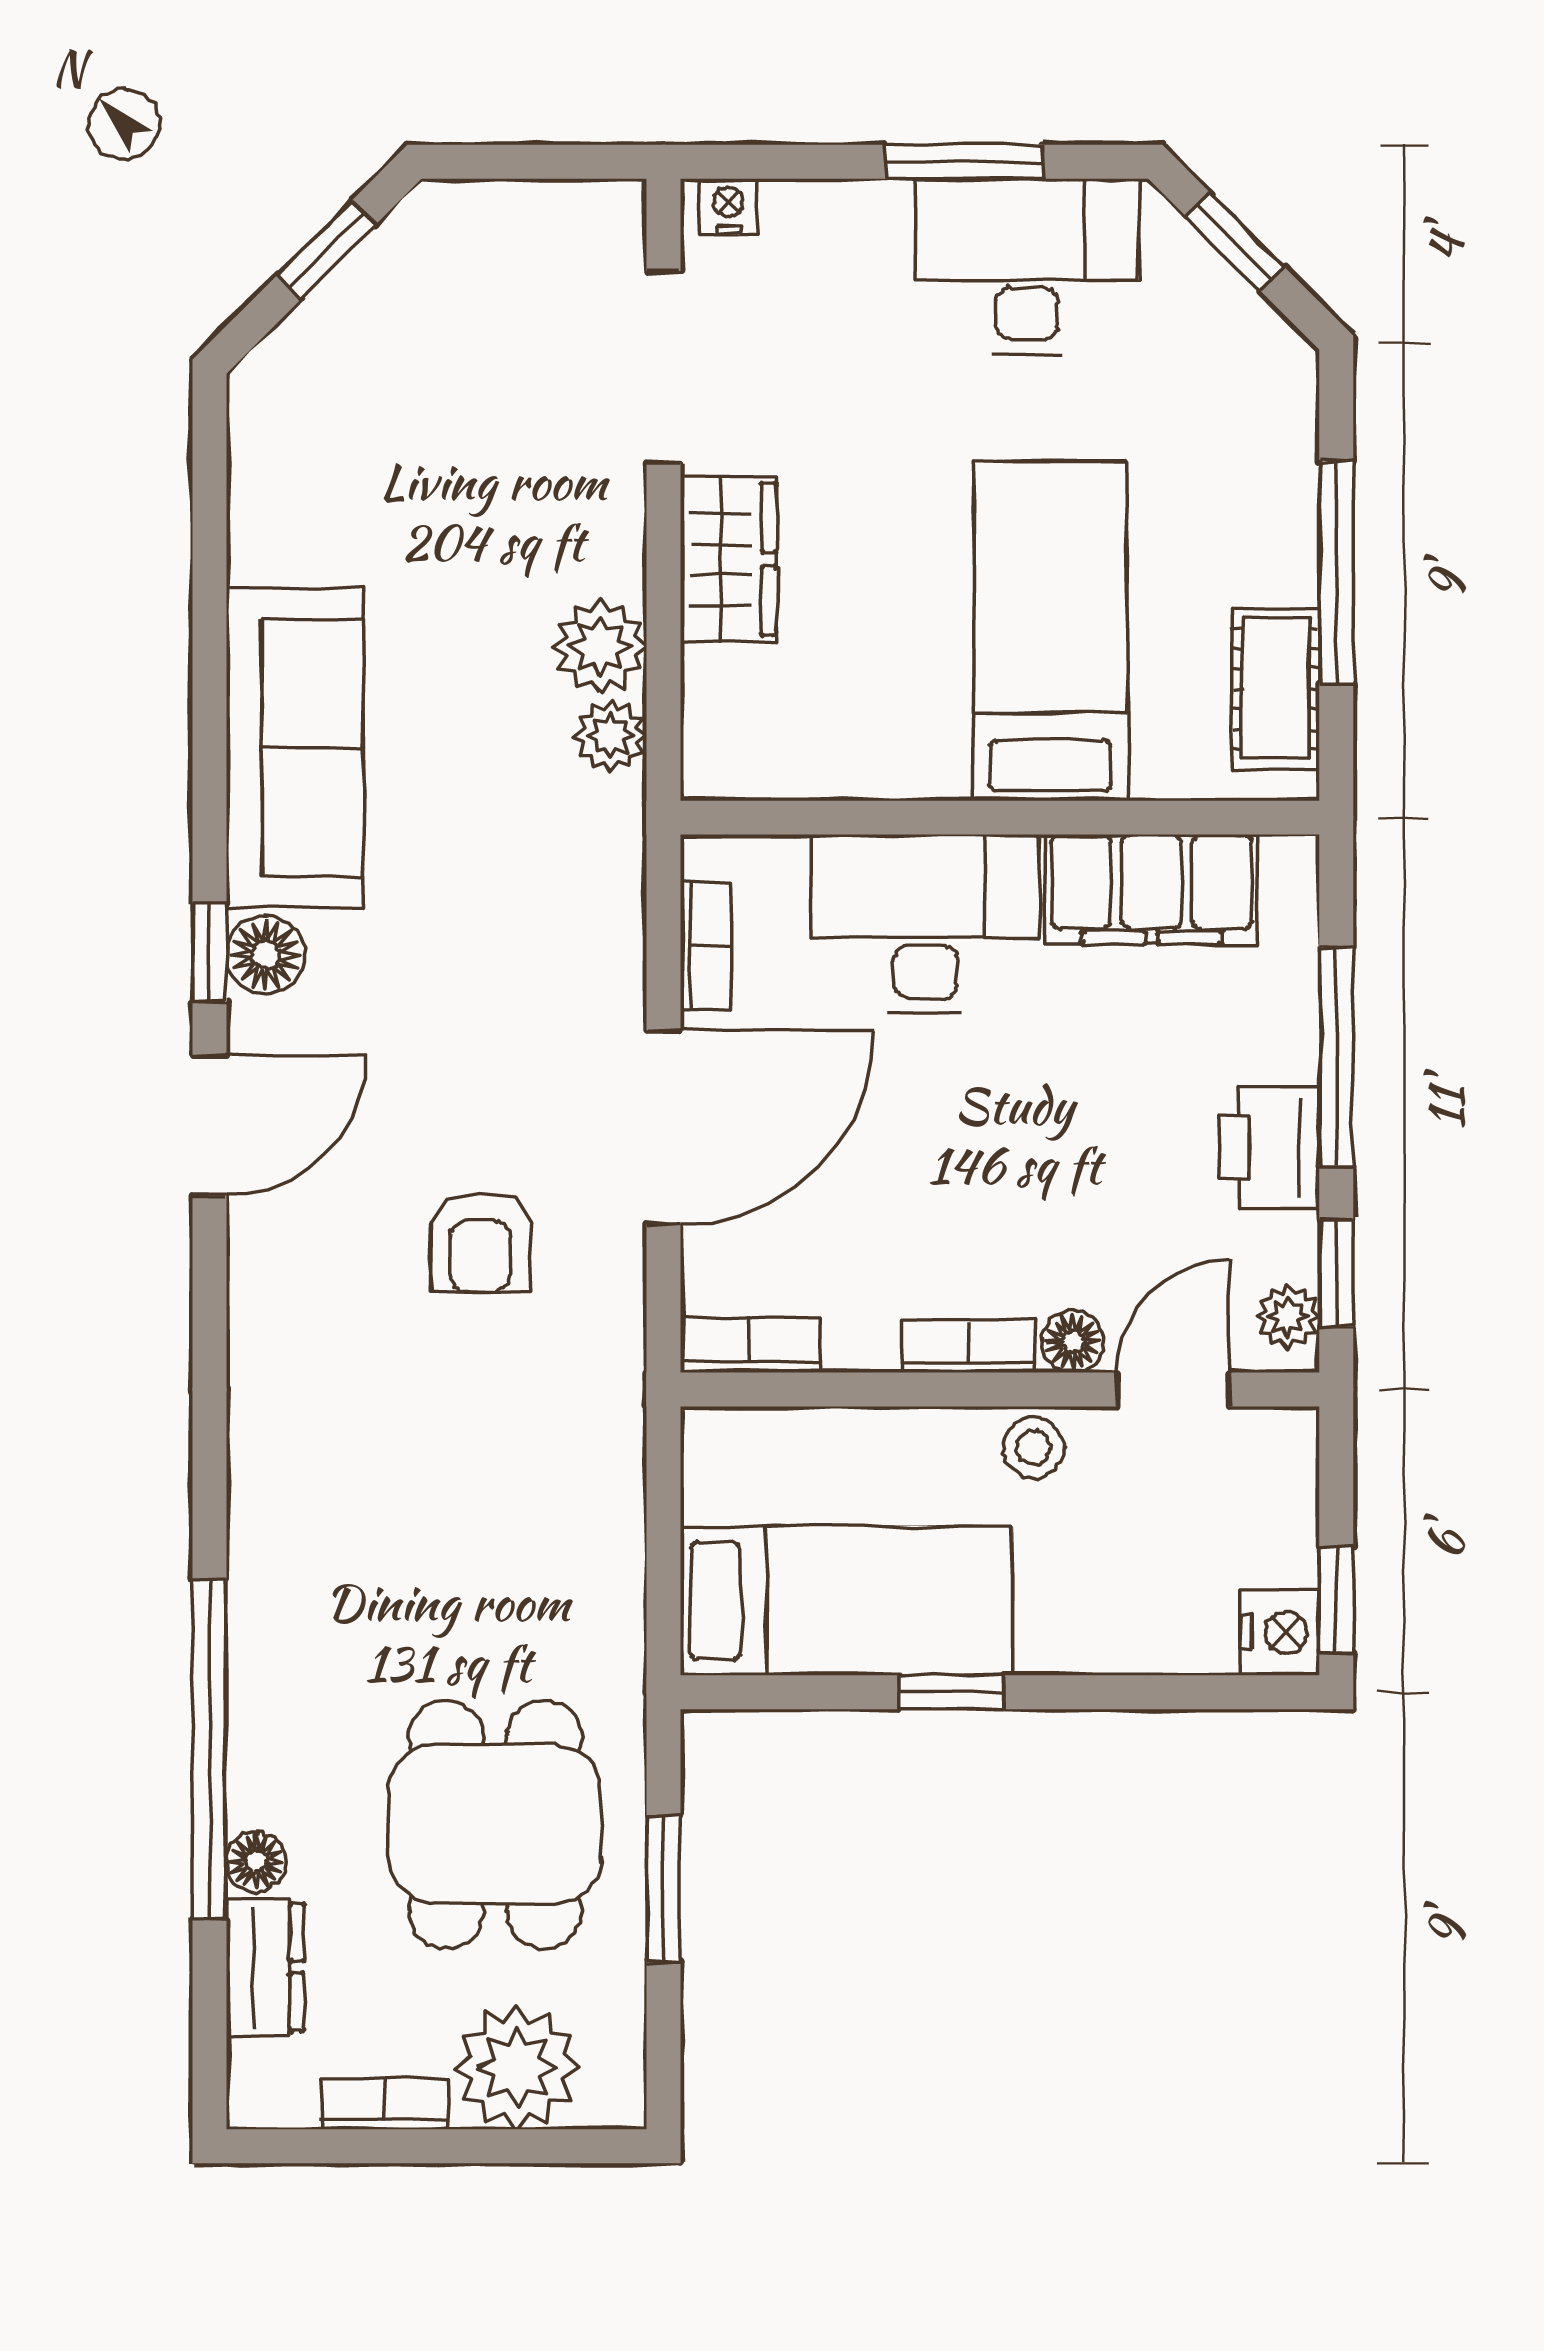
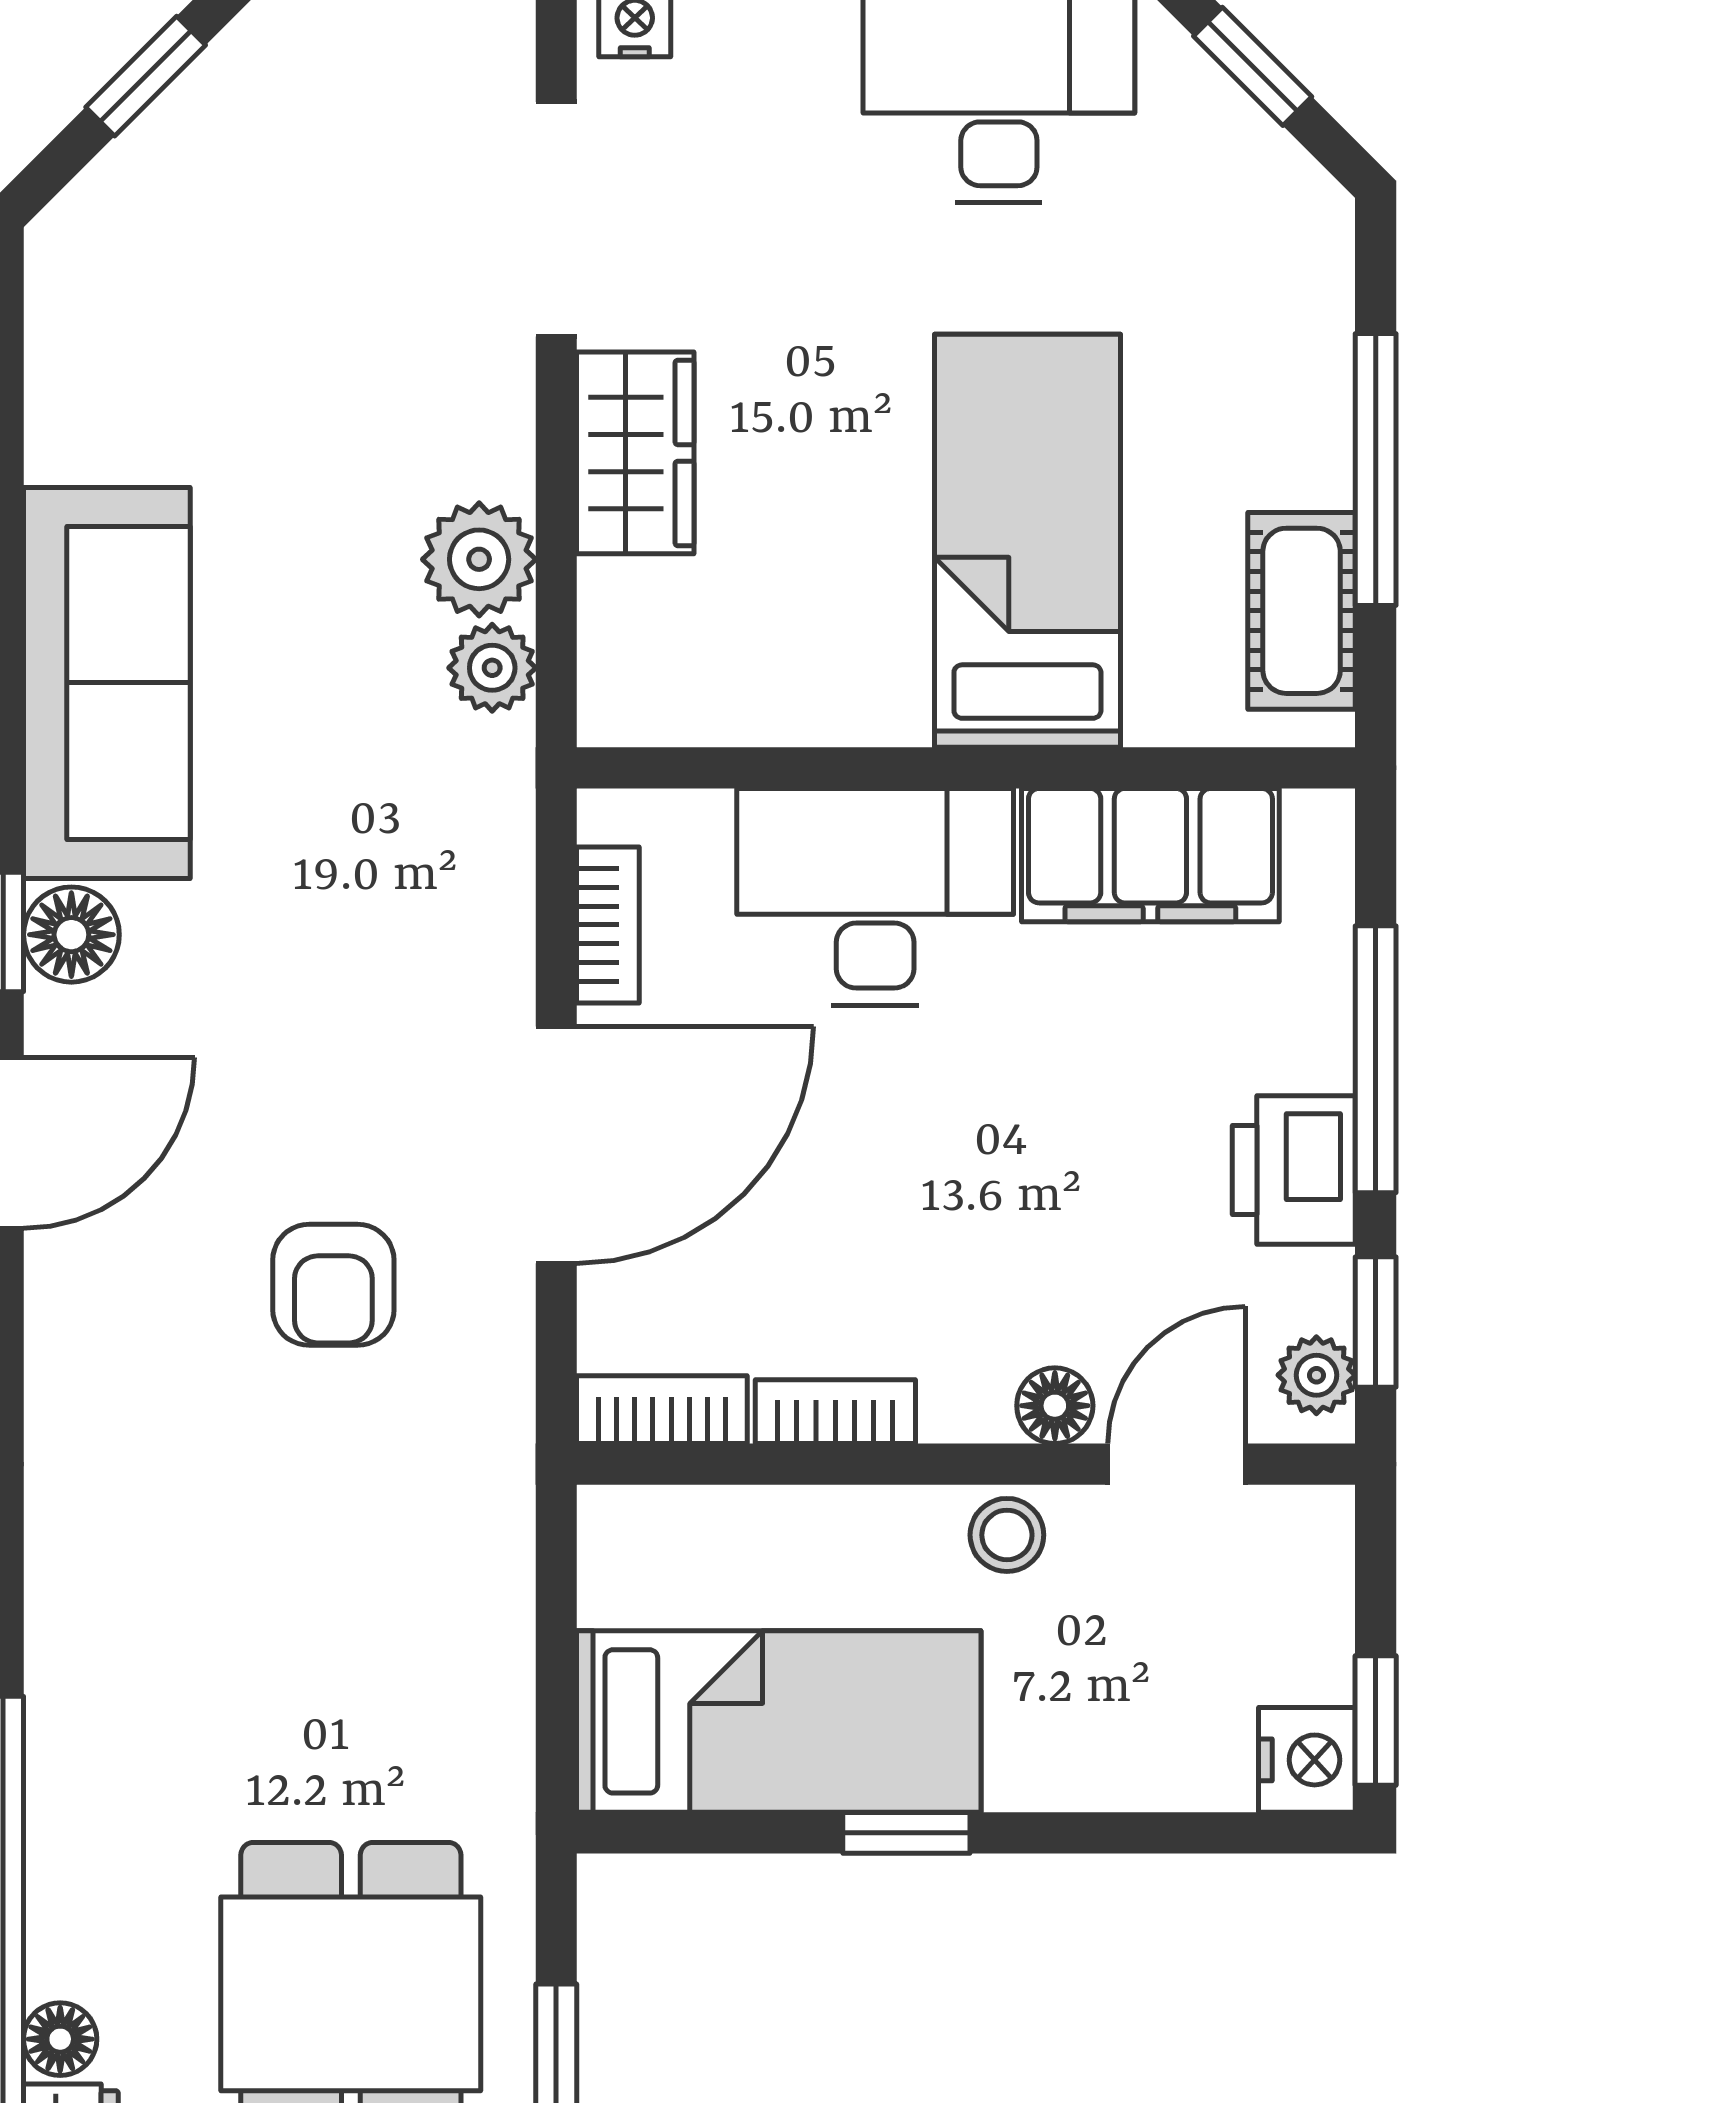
bookcase: (969, 1346) -> (835, 1412), moved

